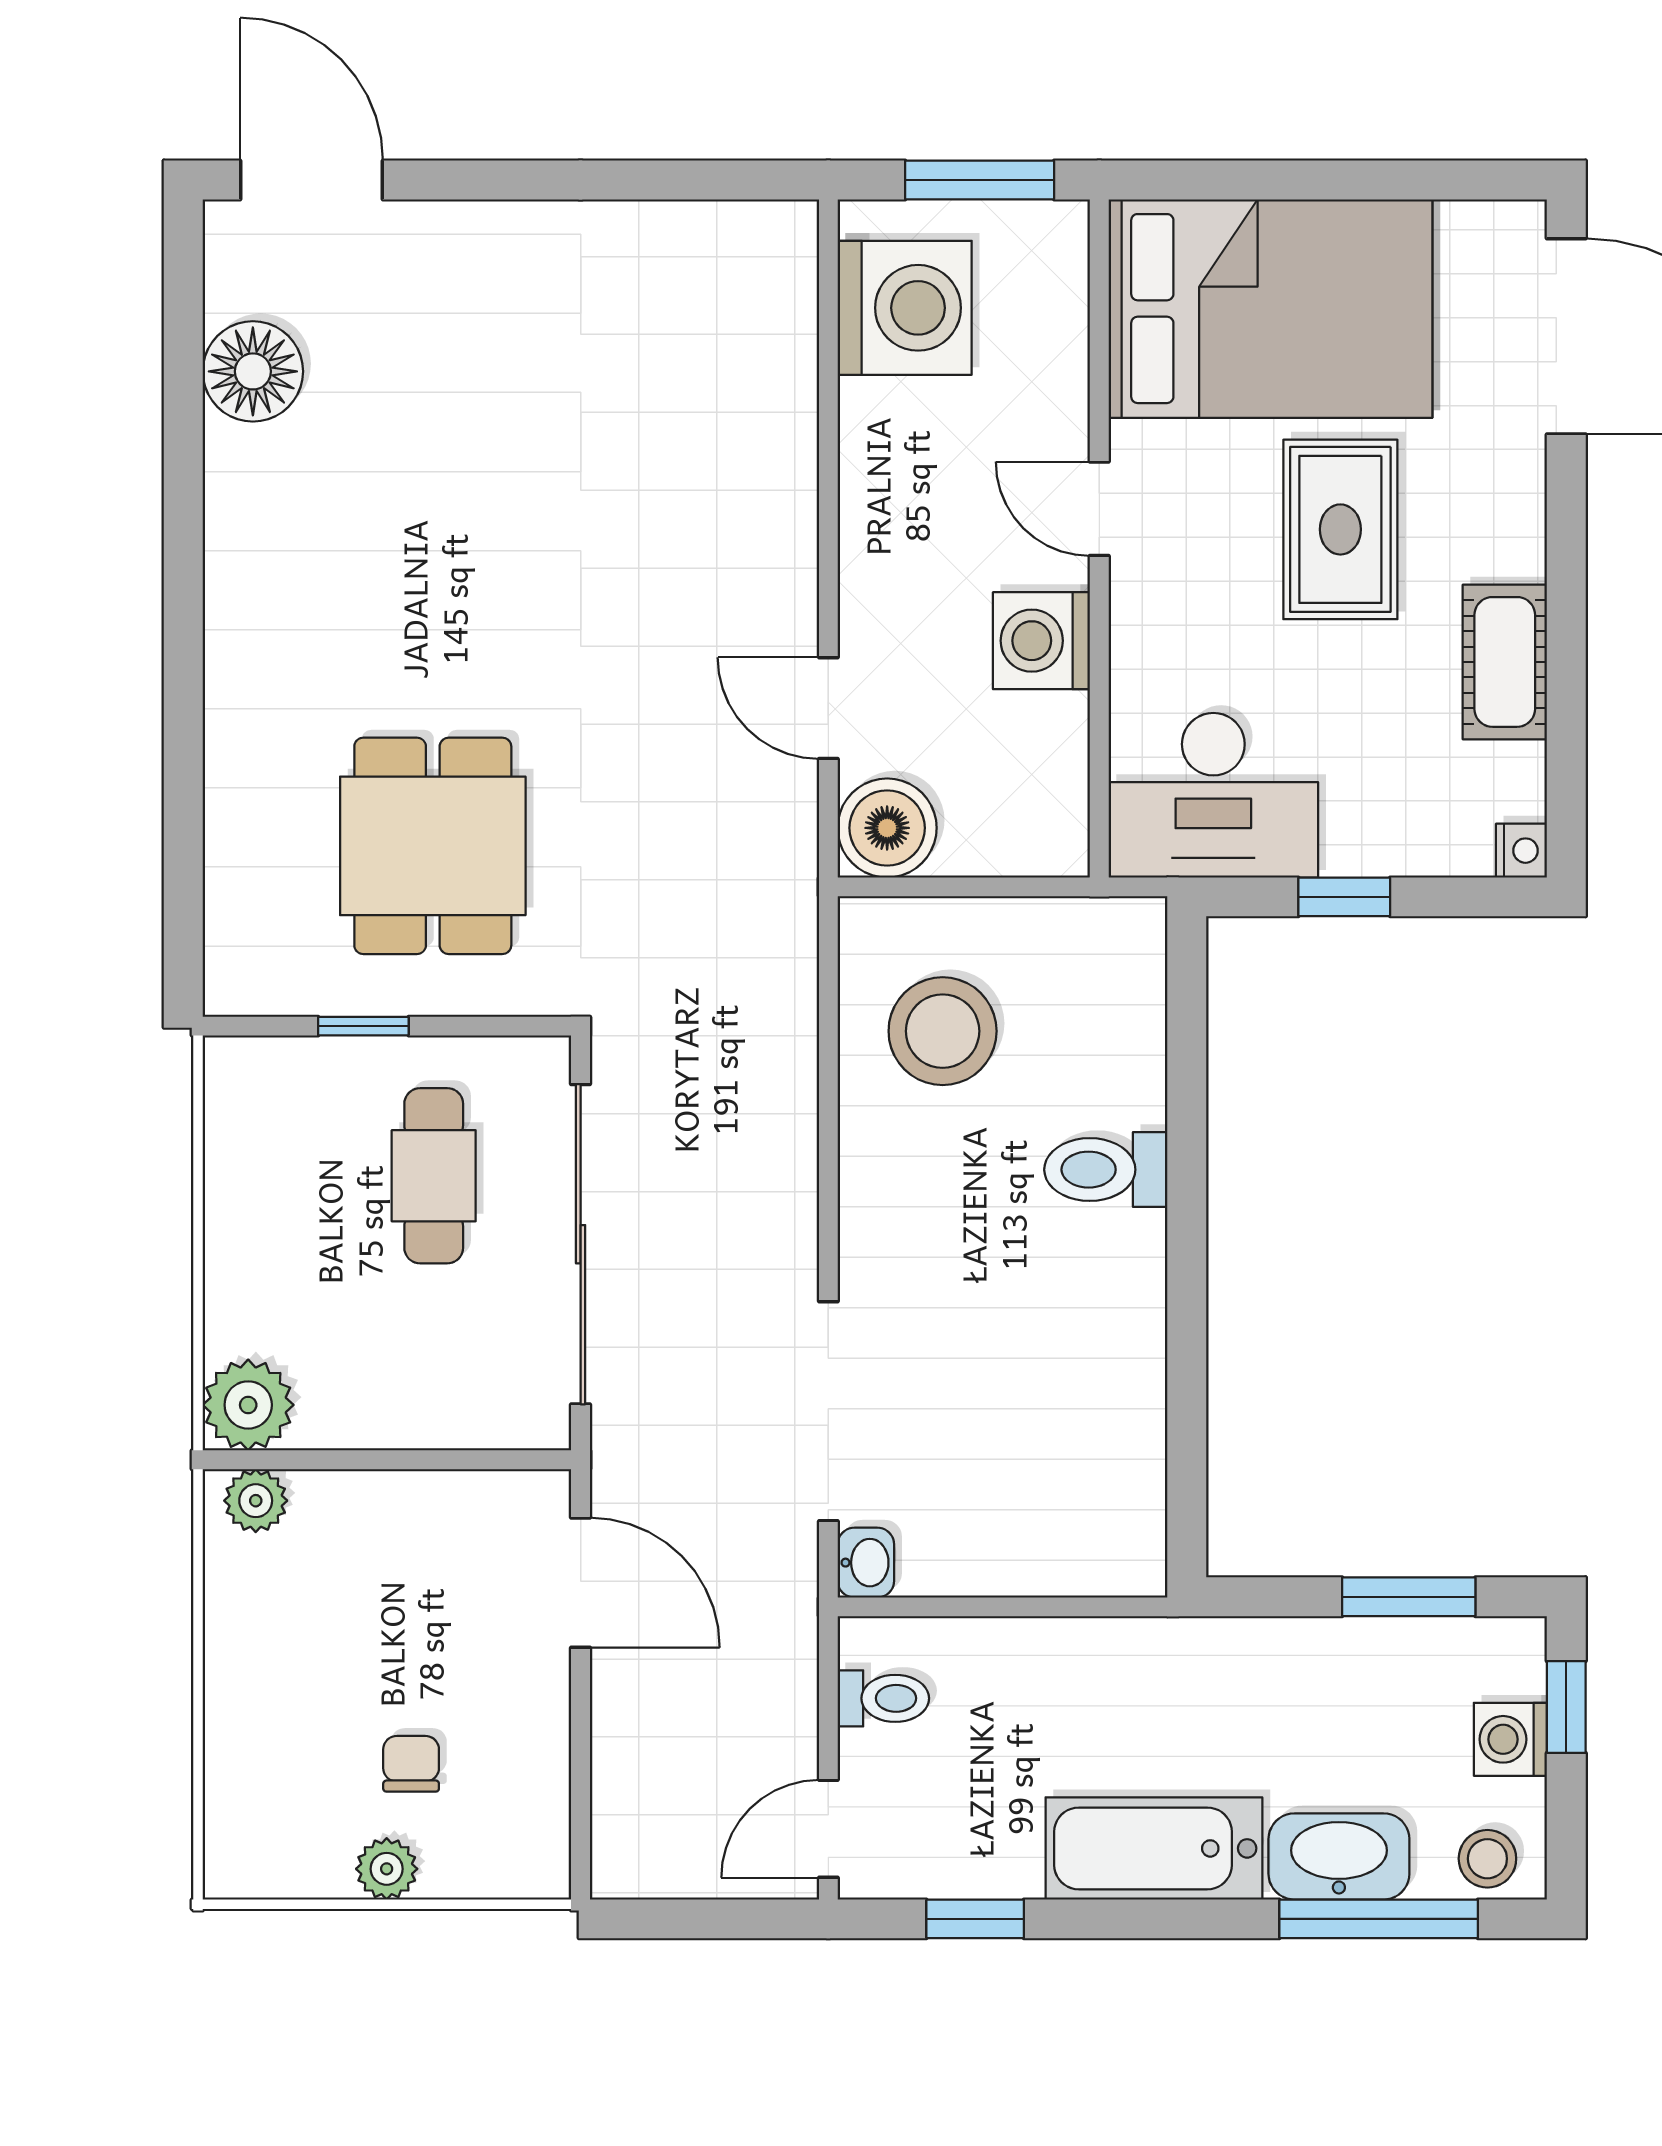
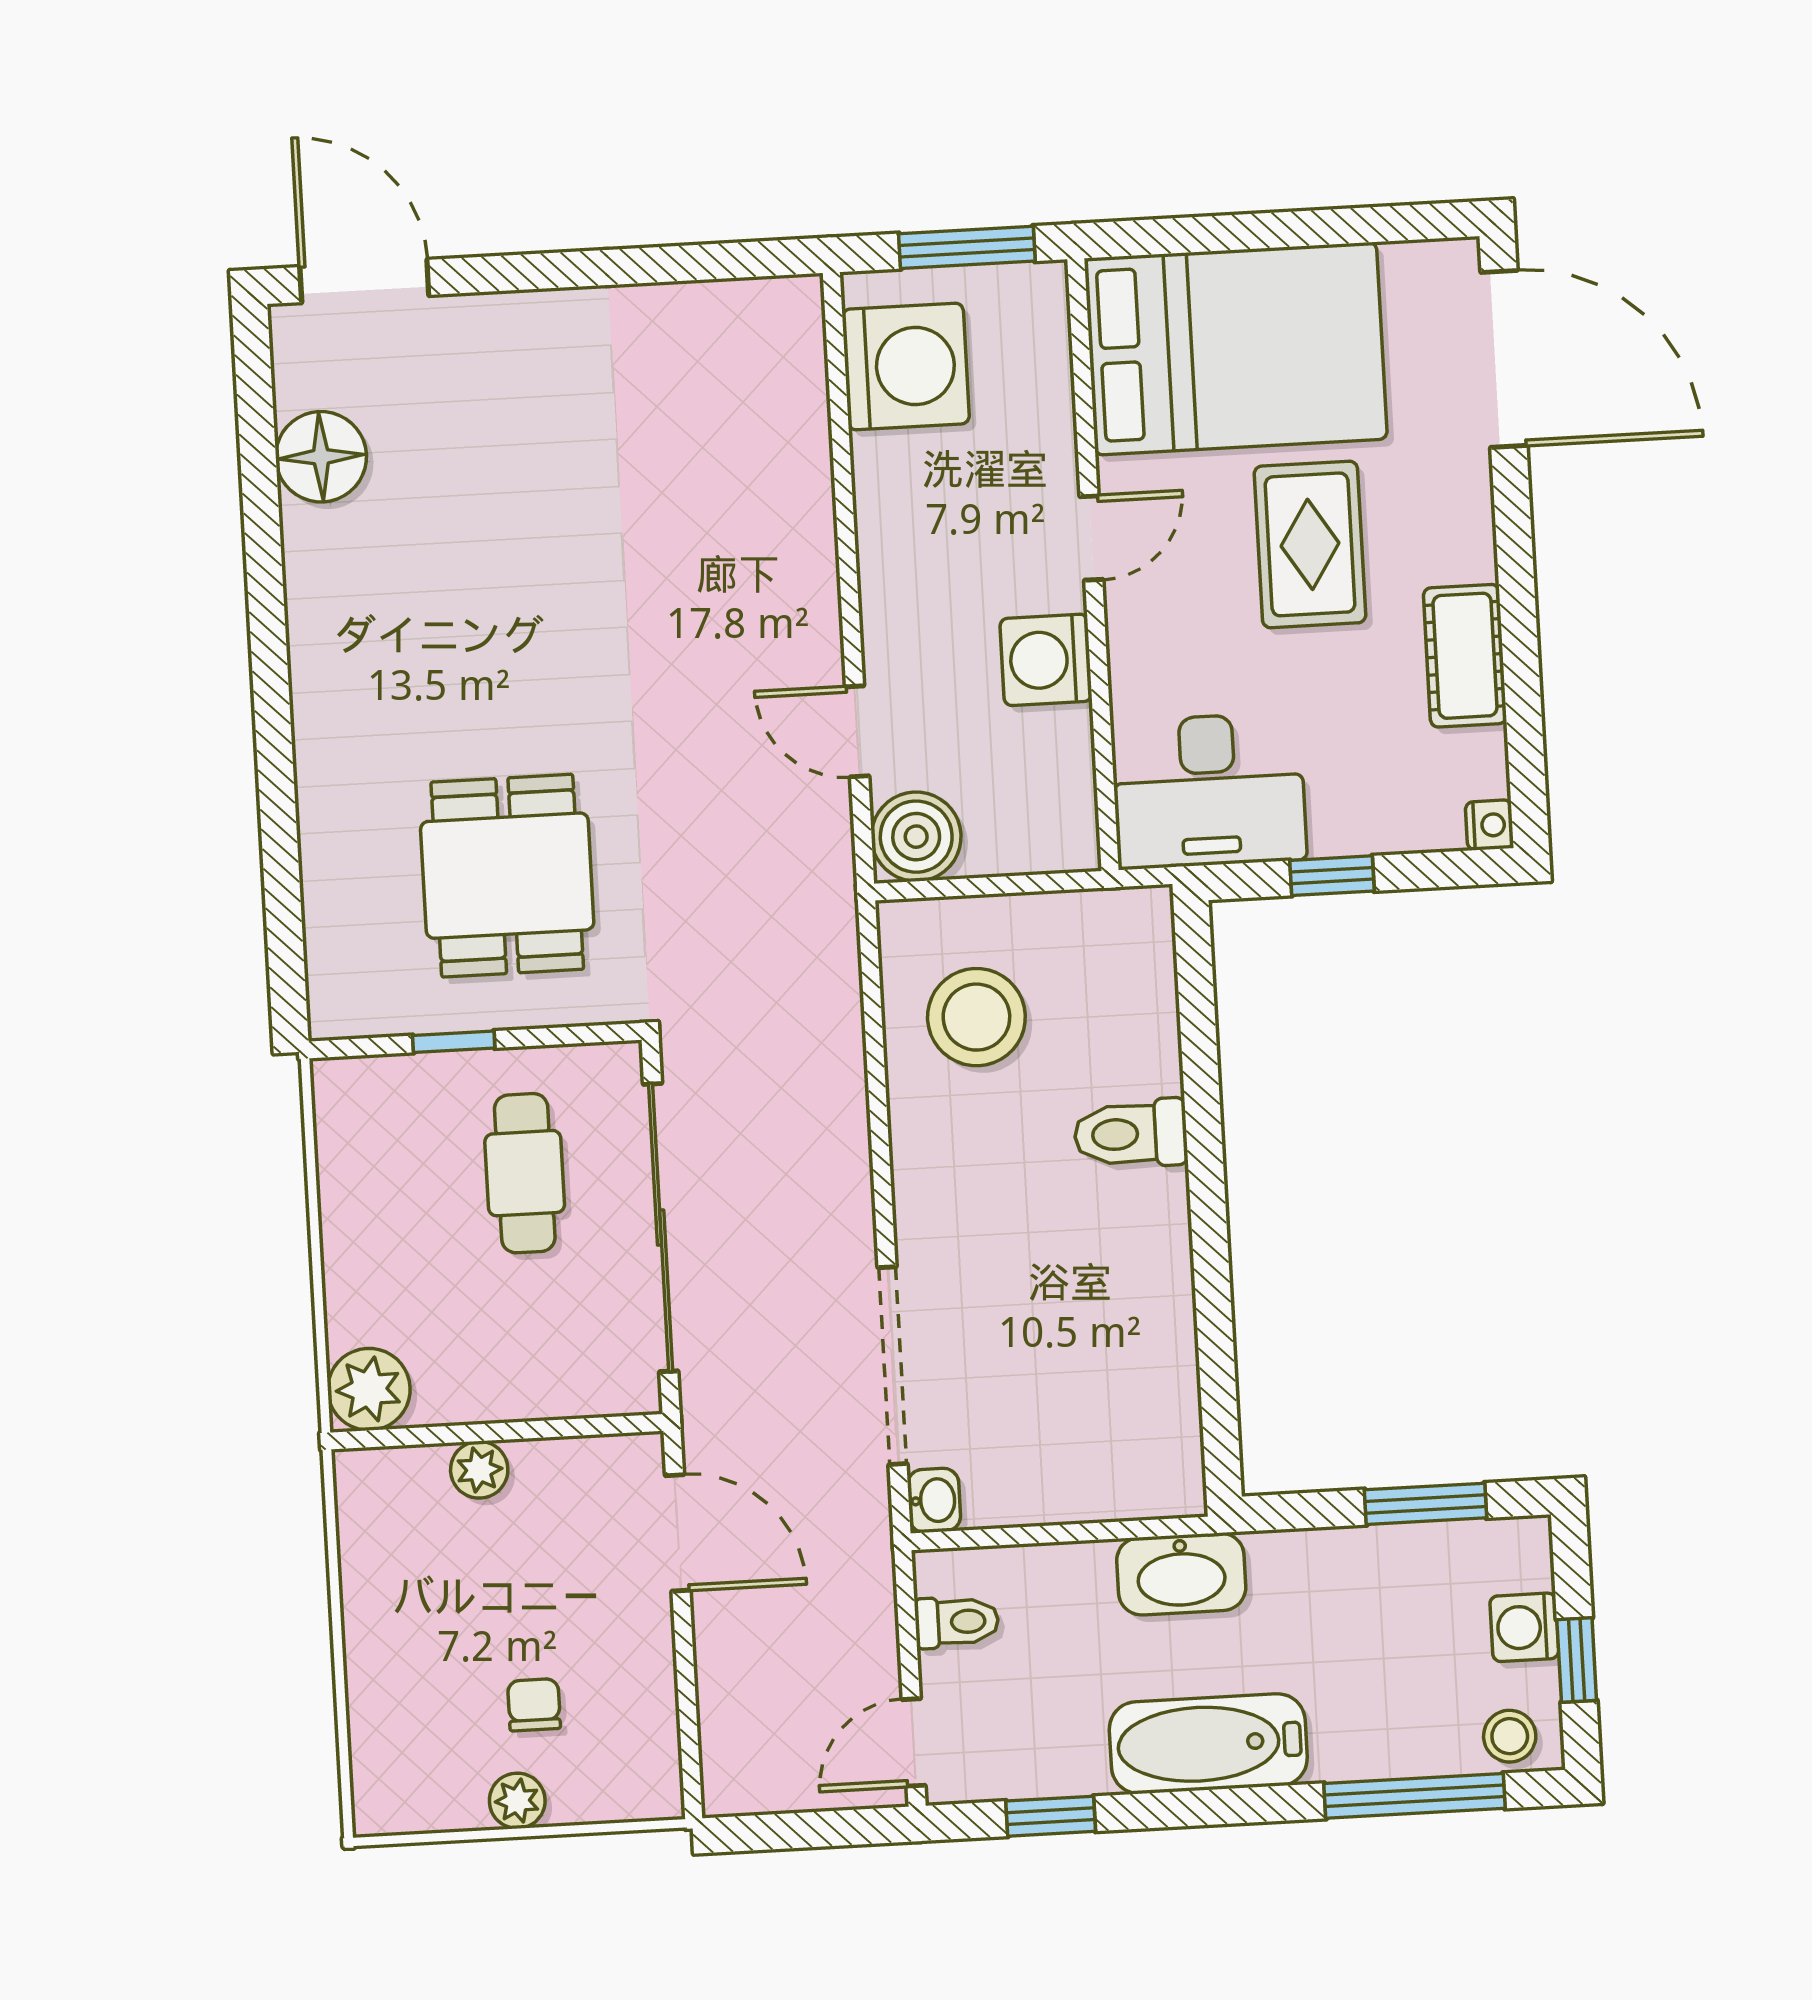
door: (1099, 509) -> (1091, 538), swing flipped
plant: (256, 1501) -> (479, 1470), moved
window: (1566, 1707) -> (1577, 1660), moved
washbasin: (1339, 1856) -> (1181, 1574), moved, turned 180

